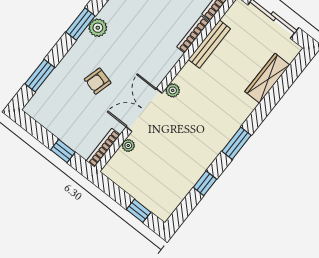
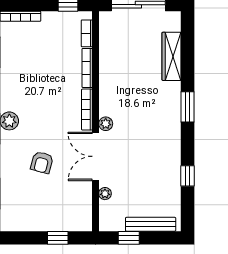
bench: (209, 44) -> (151, 224), moved, turned 90
window: (236, 143) -> (187, 107), moved
bookcase: (103, 148) -> (87, 110), moved
window: (139, 211) -> (129, 238), moved

